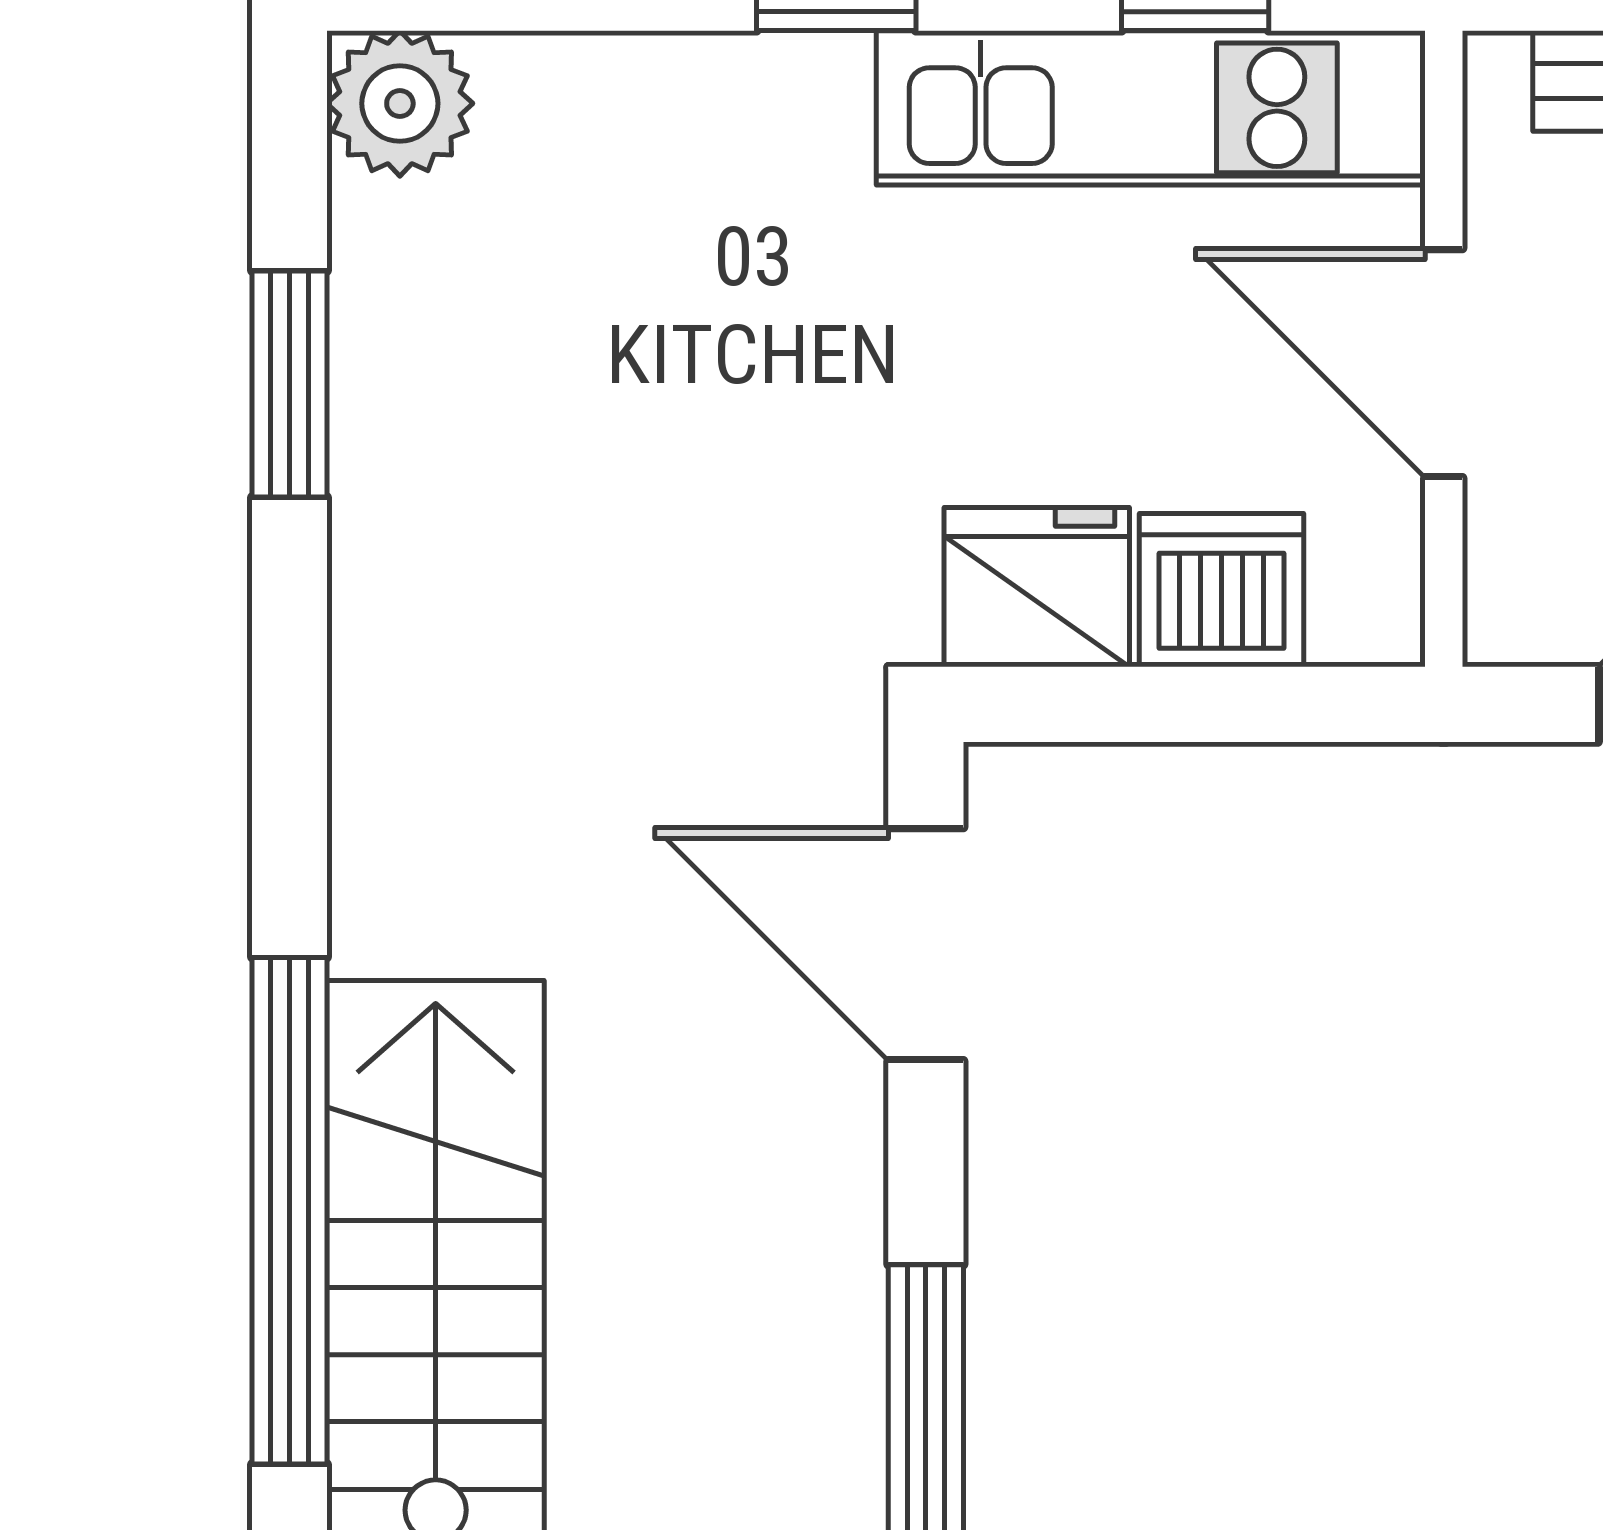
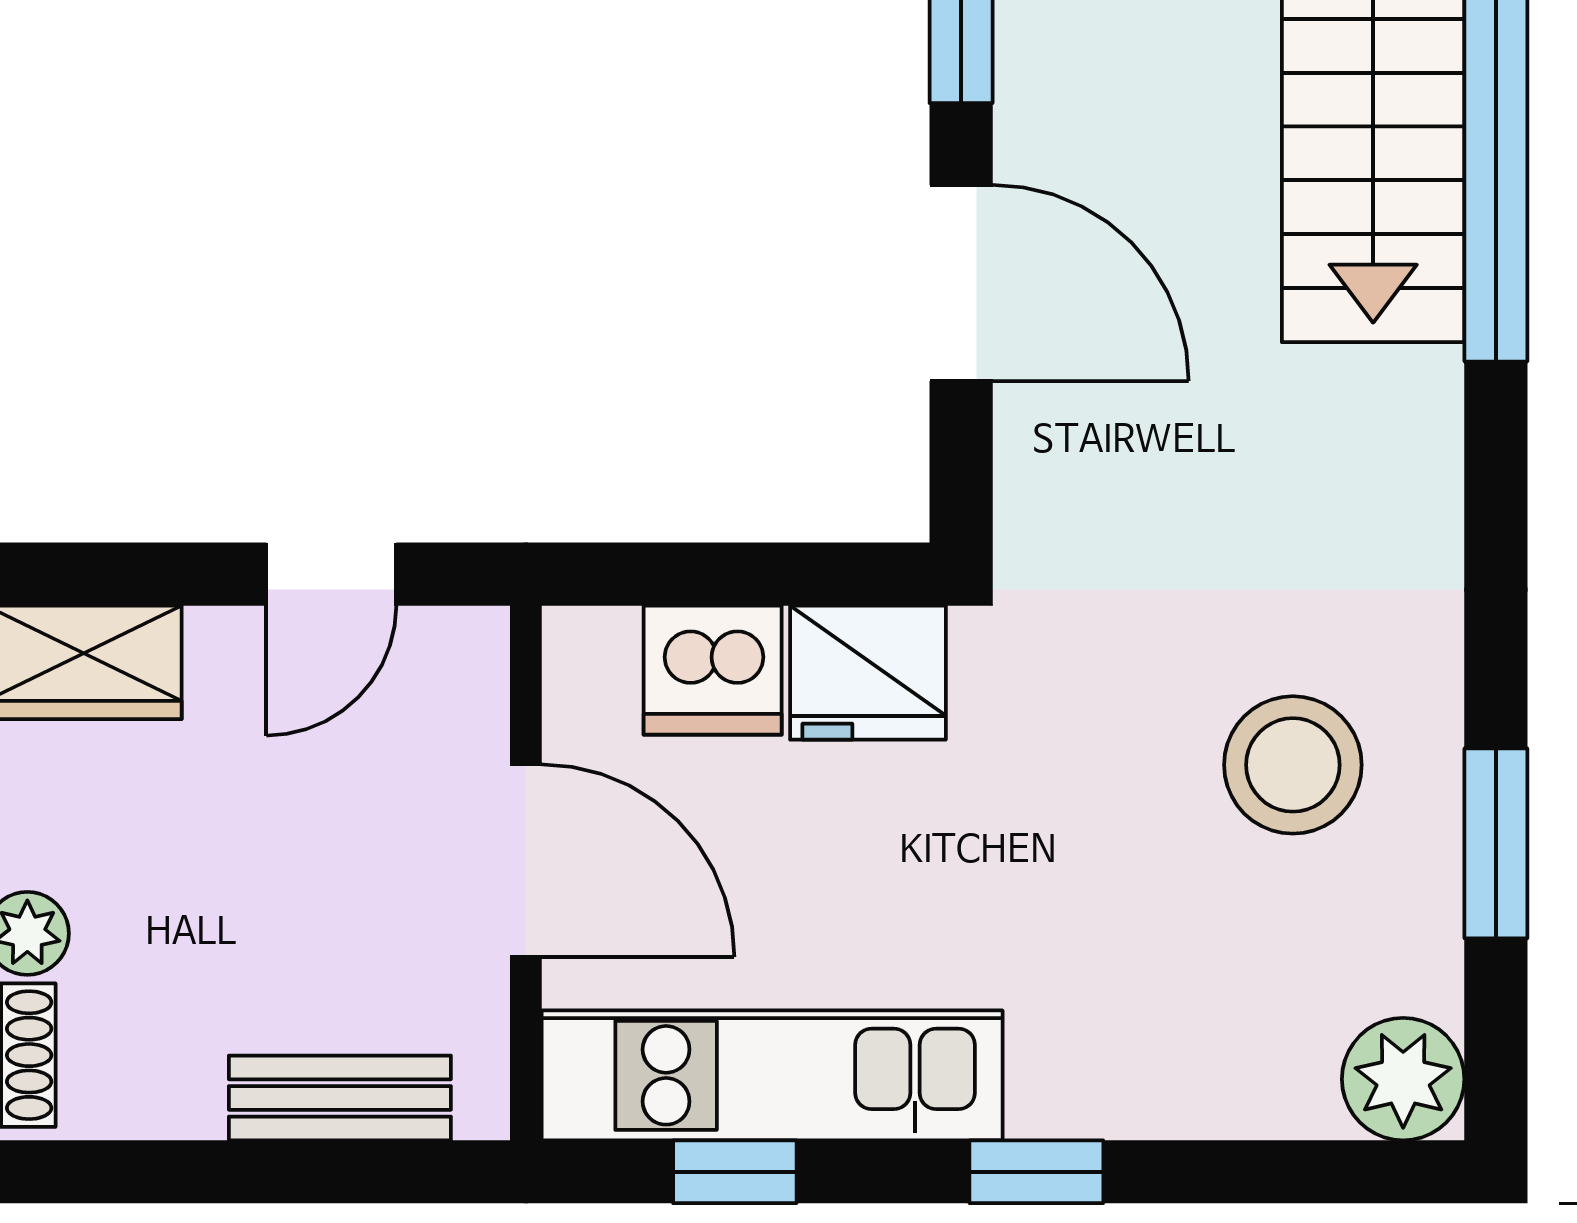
stool: (531, 477) -> (1293, 765), added
door: (926, 944) -> (961, 283), moved

